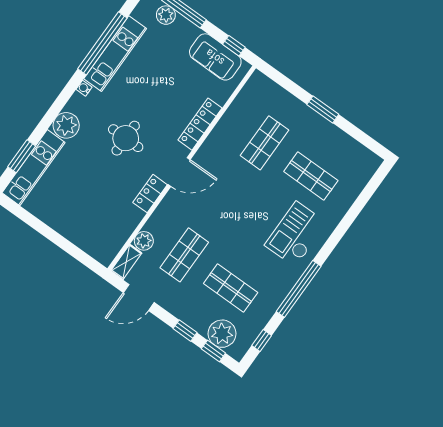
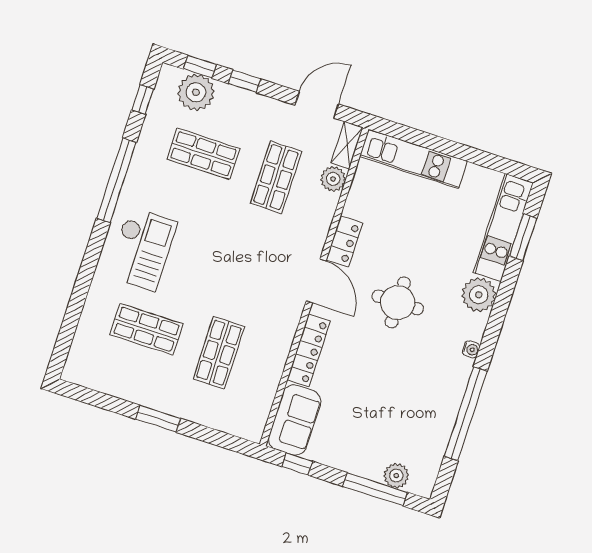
kitchen unit: (115, 54) -> (413, 159), moved, turned -90
sofa: (215, 57) -> (295, 420), moved, turned 90
door: (179, 172) -> (316, 281), swing flipped

